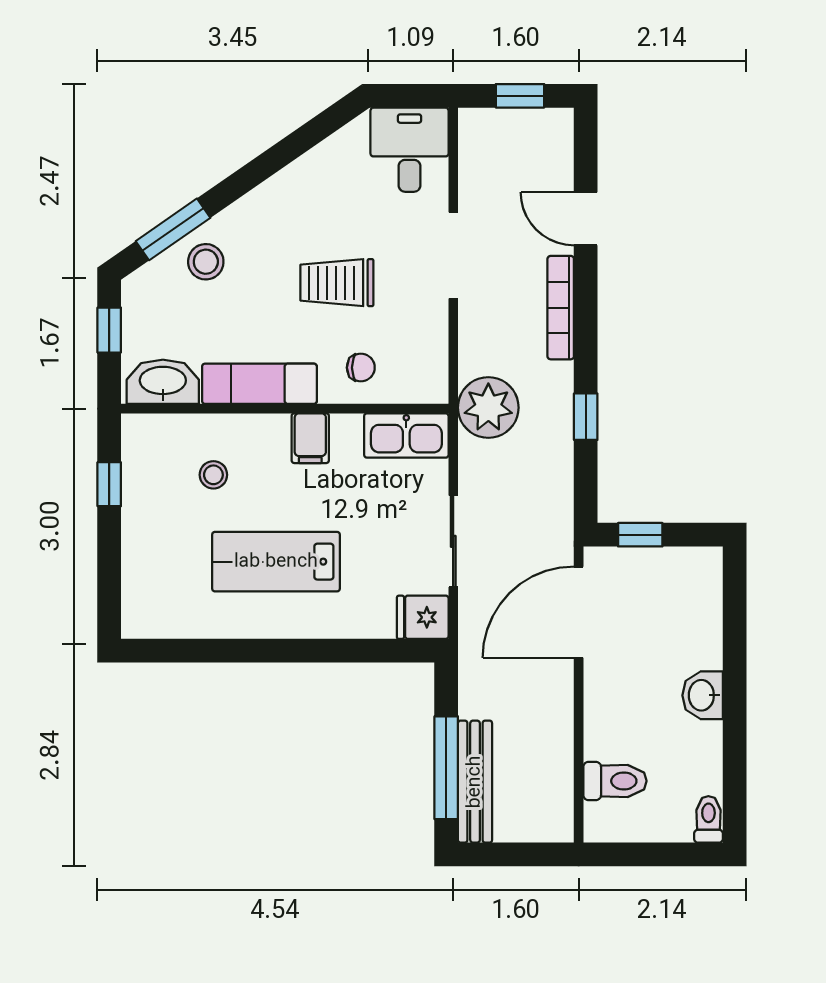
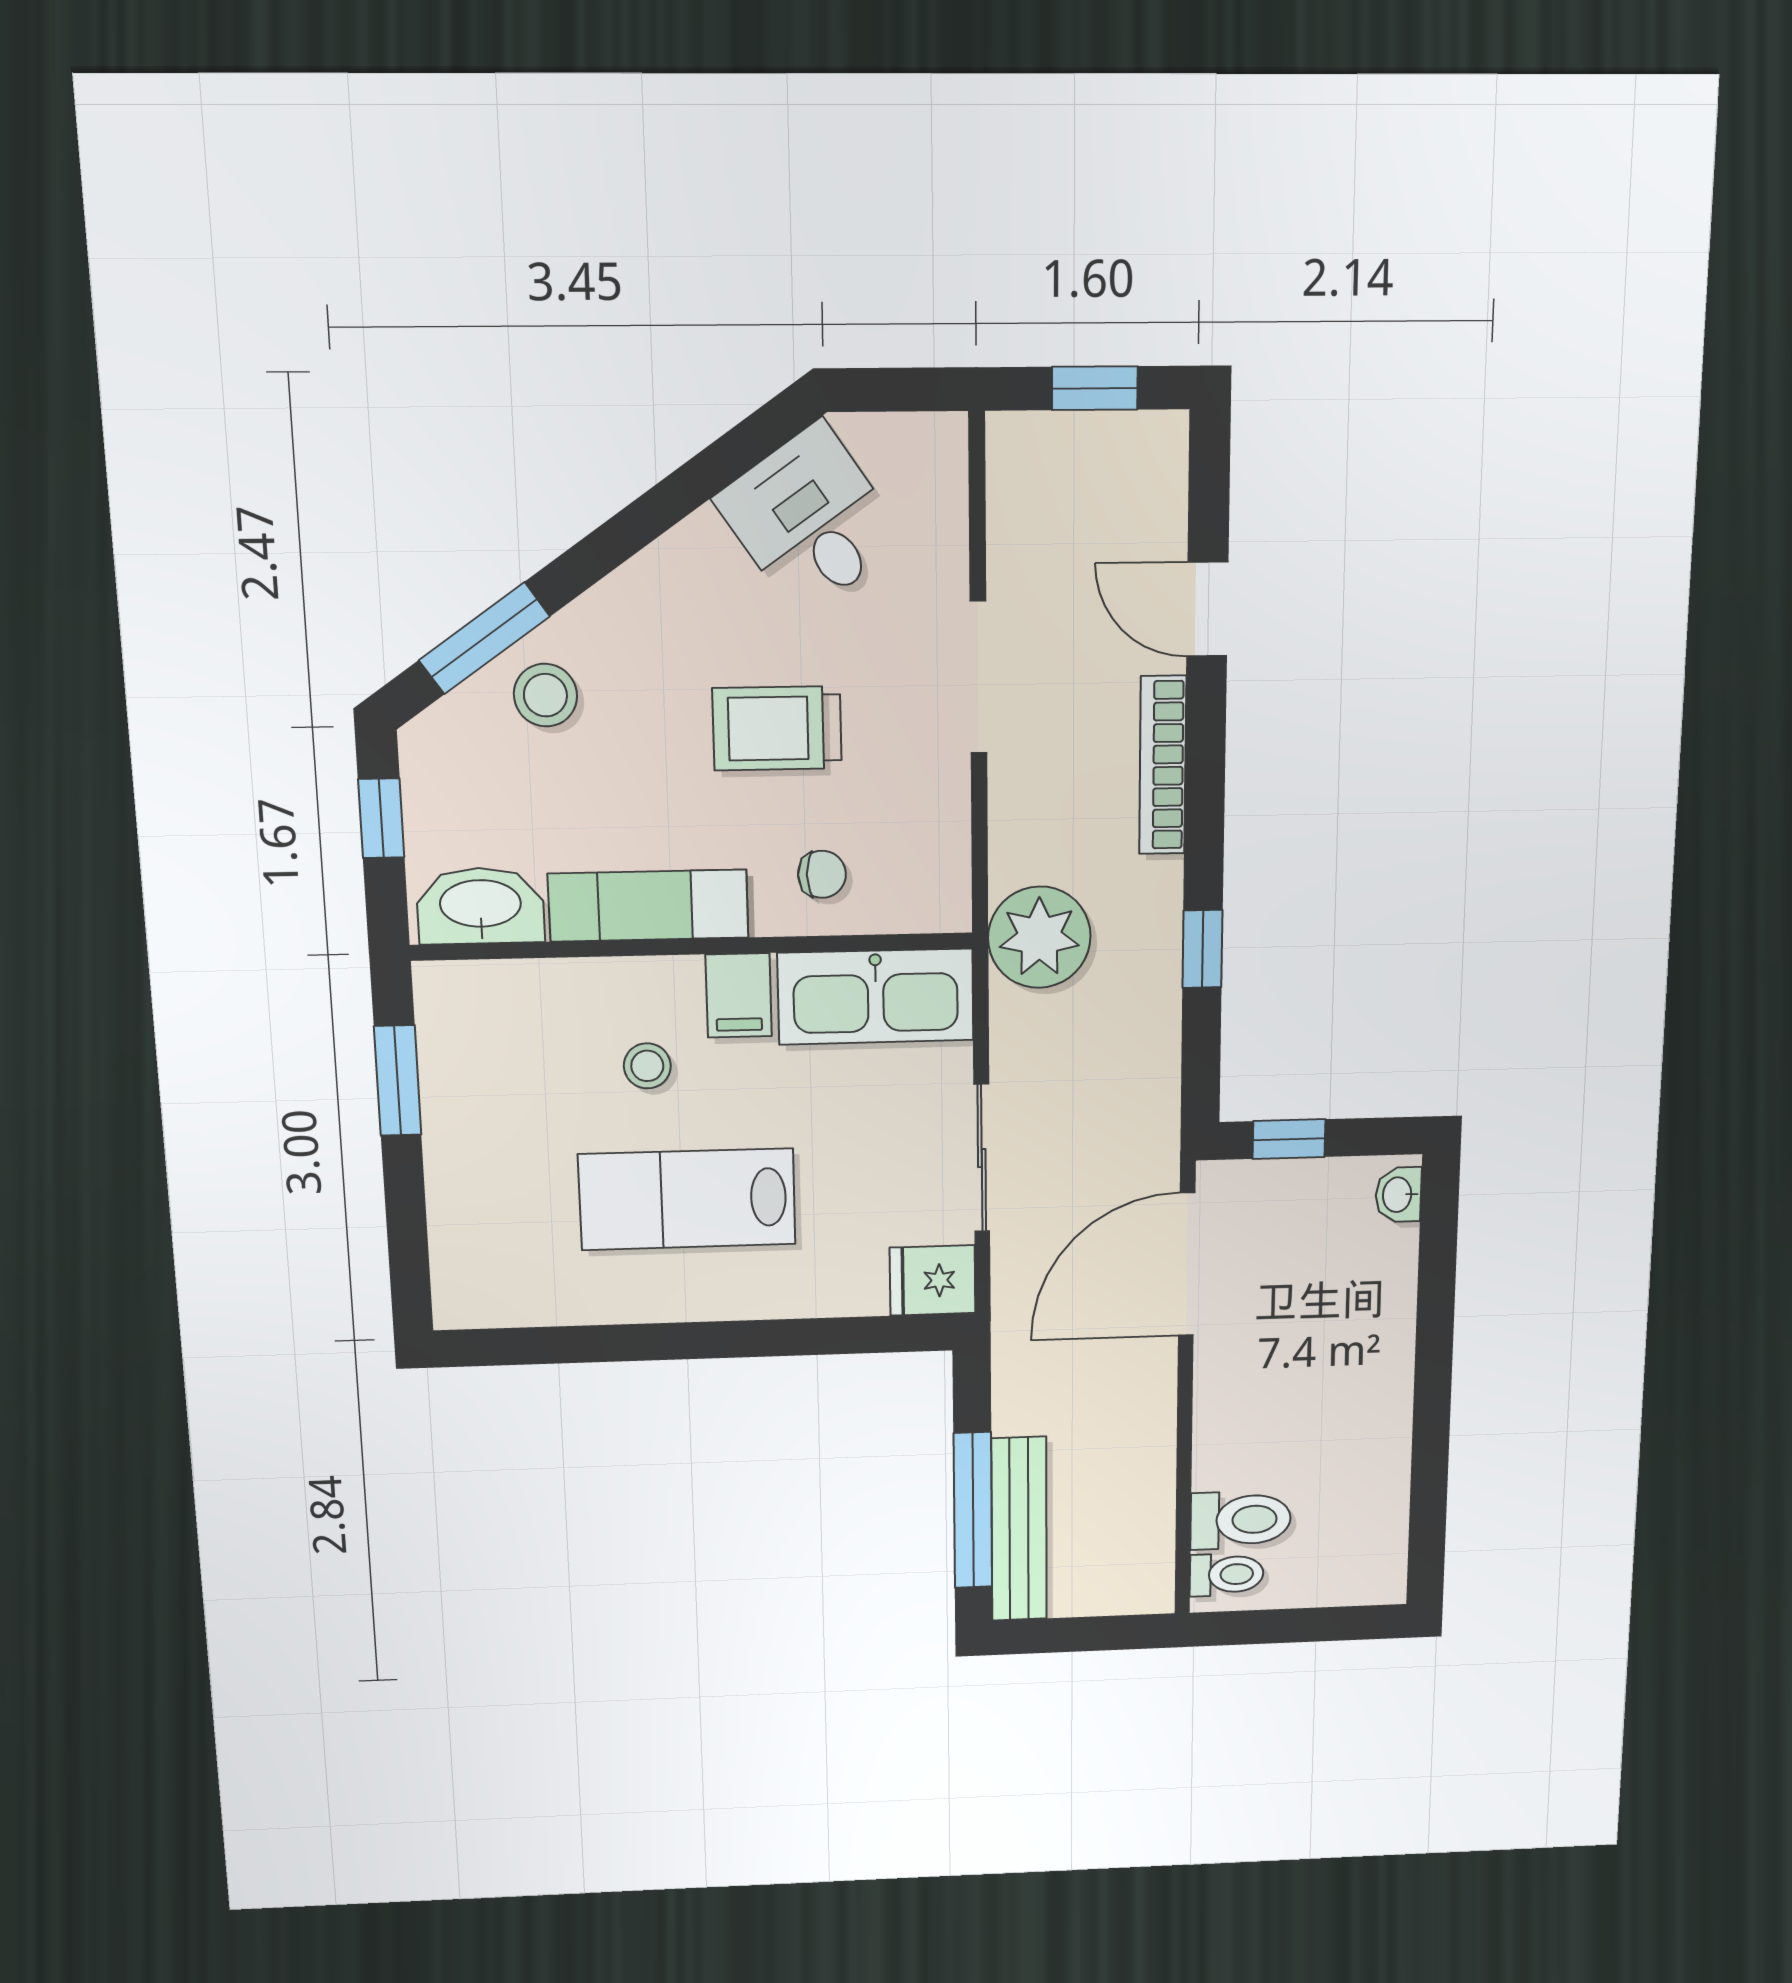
desk: (410, 150) -> (810, 520), moved, turned -35
kitchen sink: (406, 435) -> (876, 997), width x1.36, depth x1.24
stool: (213, 475) -> (647, 1066), moved
window: (109, 484) -> (398, 1081), width x1.50
washbasin: (703, 695) -> (1398, 1195), moved, width x0.72, depth x0.69
toilet: (708, 819) -> (1227, 1575), moved, turned 90

